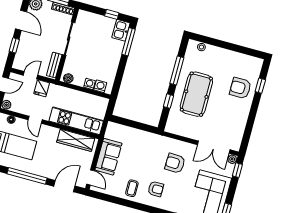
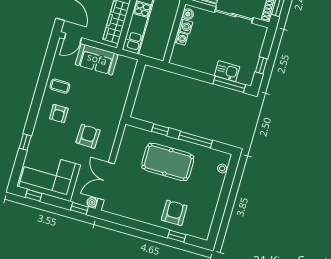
kitchen sink: (121, 30) -> (227, 71), moved
washing machine: (100, 86) -> (185, 26), moved

